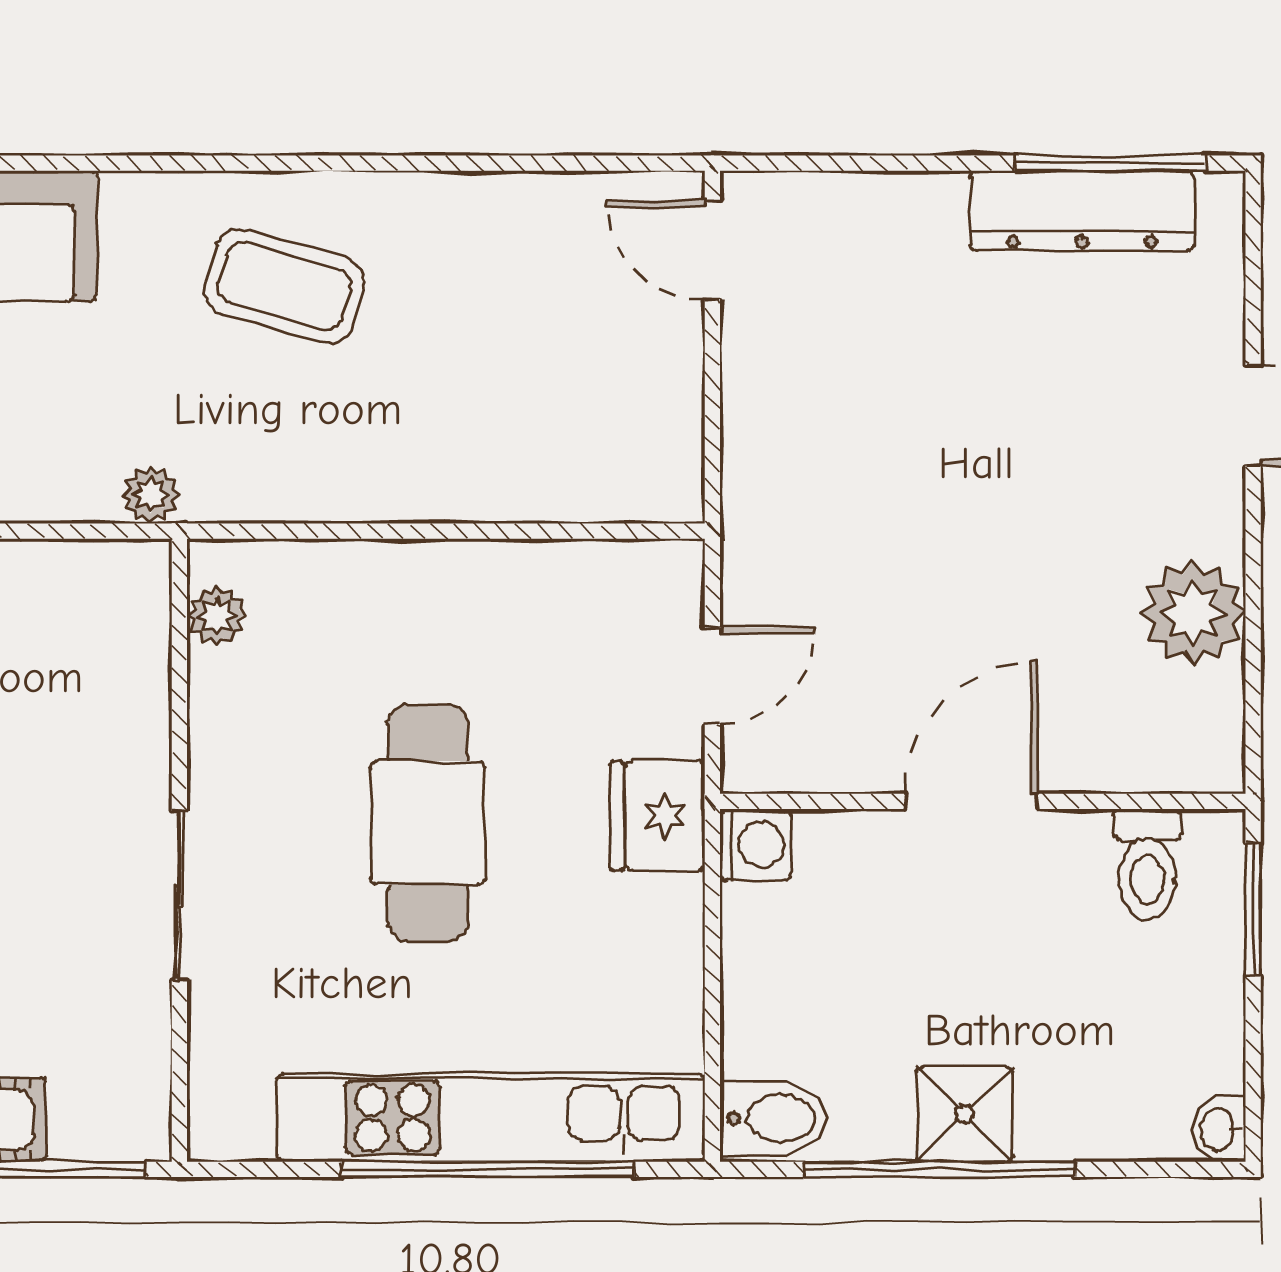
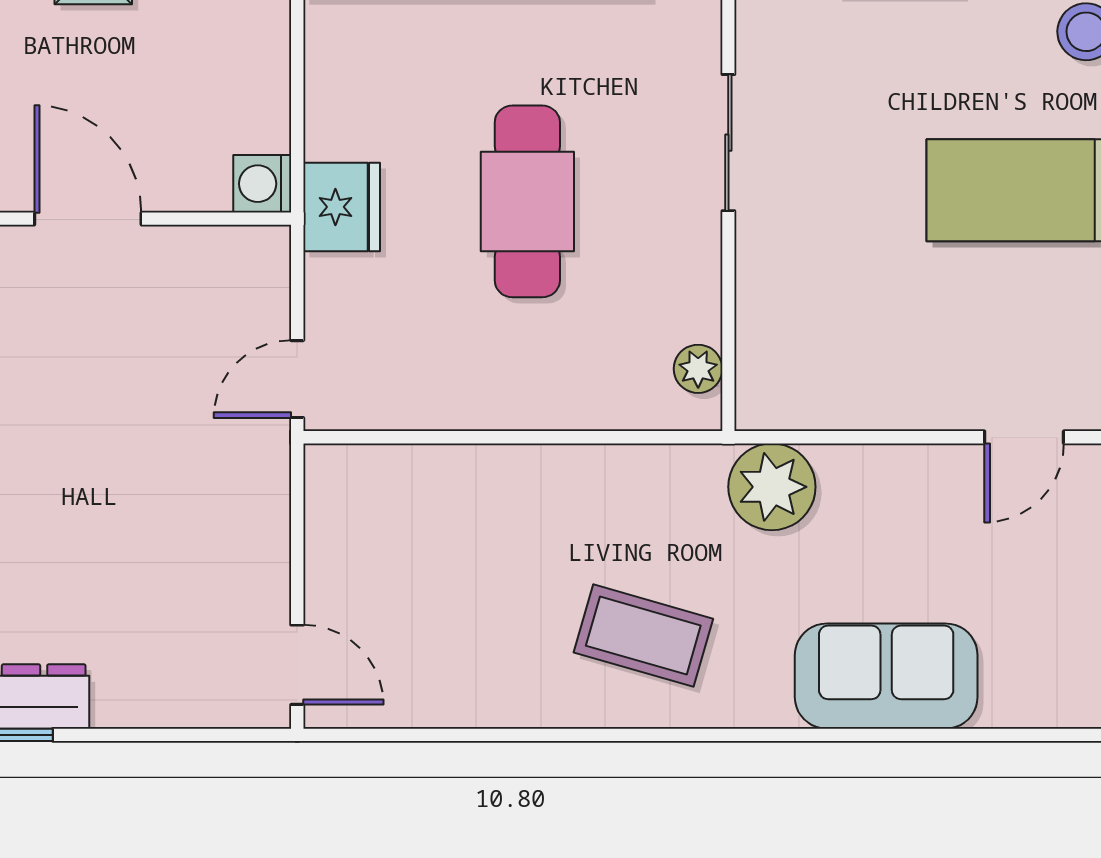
plant: (151, 495) -> (772, 487), width x1.88, depth x1.88
door: (712, 676) -> (297, 379), moved
door: (971, 801) -> (88, 219), swing flipped

